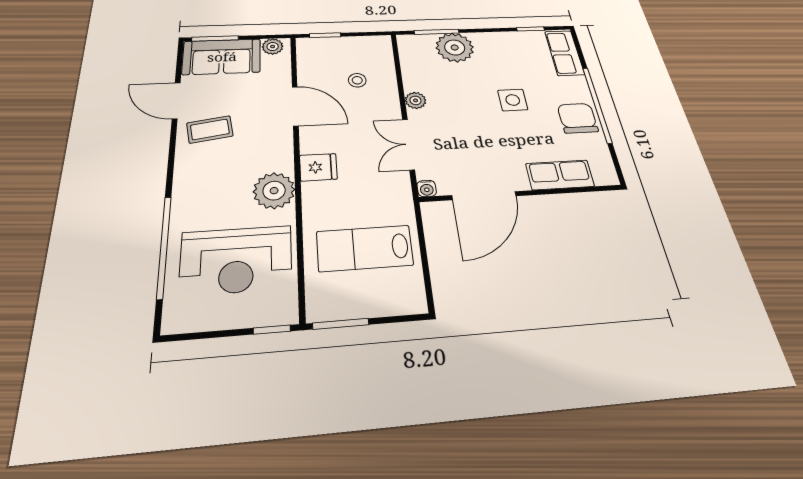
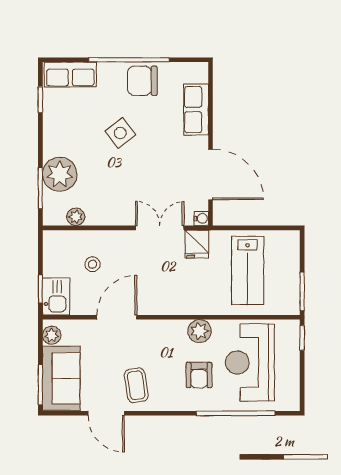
kitchen sink: (317, 49) -> (56, 297), added
plant: (415, 100) -> (76, 217), moved
side table: (513, 100) -> (120, 133), turned -37
door: (176, 101) -> (106, 413), hinge flipped
double door: (409, 144) -> (160, 228), swing flipped
fridge: (318, 167) -> (197, 244), moved, turned 180
plant: (274, 191) -> (199, 331), width x0.73, depth x0.73
armchair: (220, 198) -> (199, 375), added
reception desk: (236, 260) -> (250, 362), turned 180

